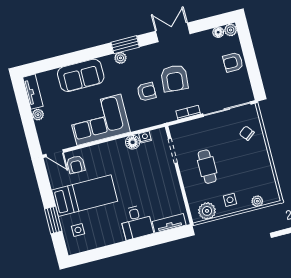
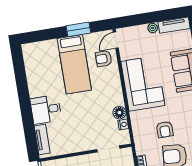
window: (53, 220) -> (78, 29), moved
side table: (78, 230) -> (43, 55), removed

